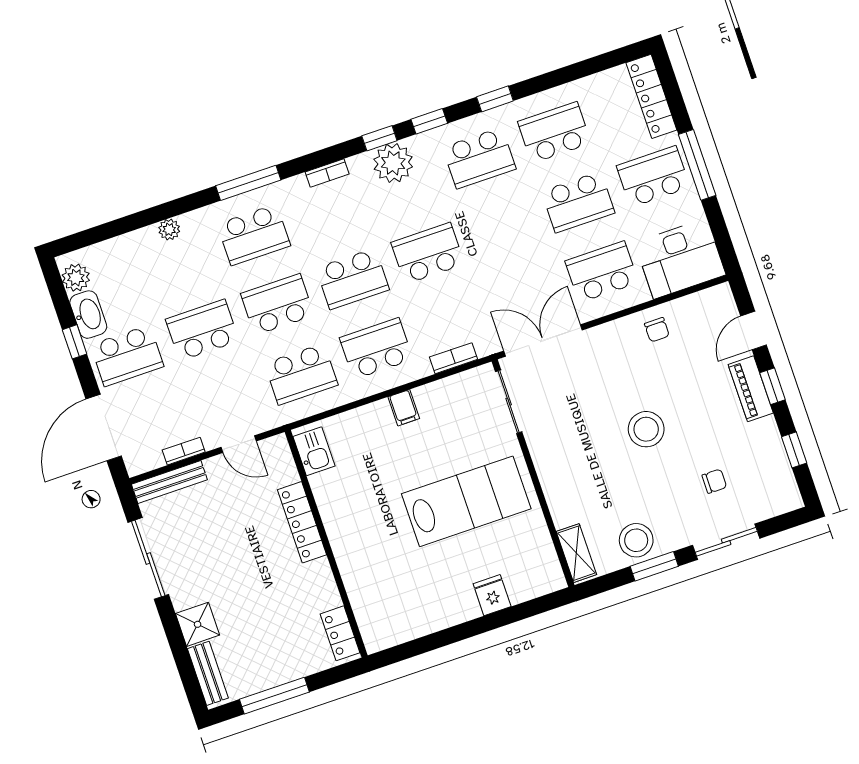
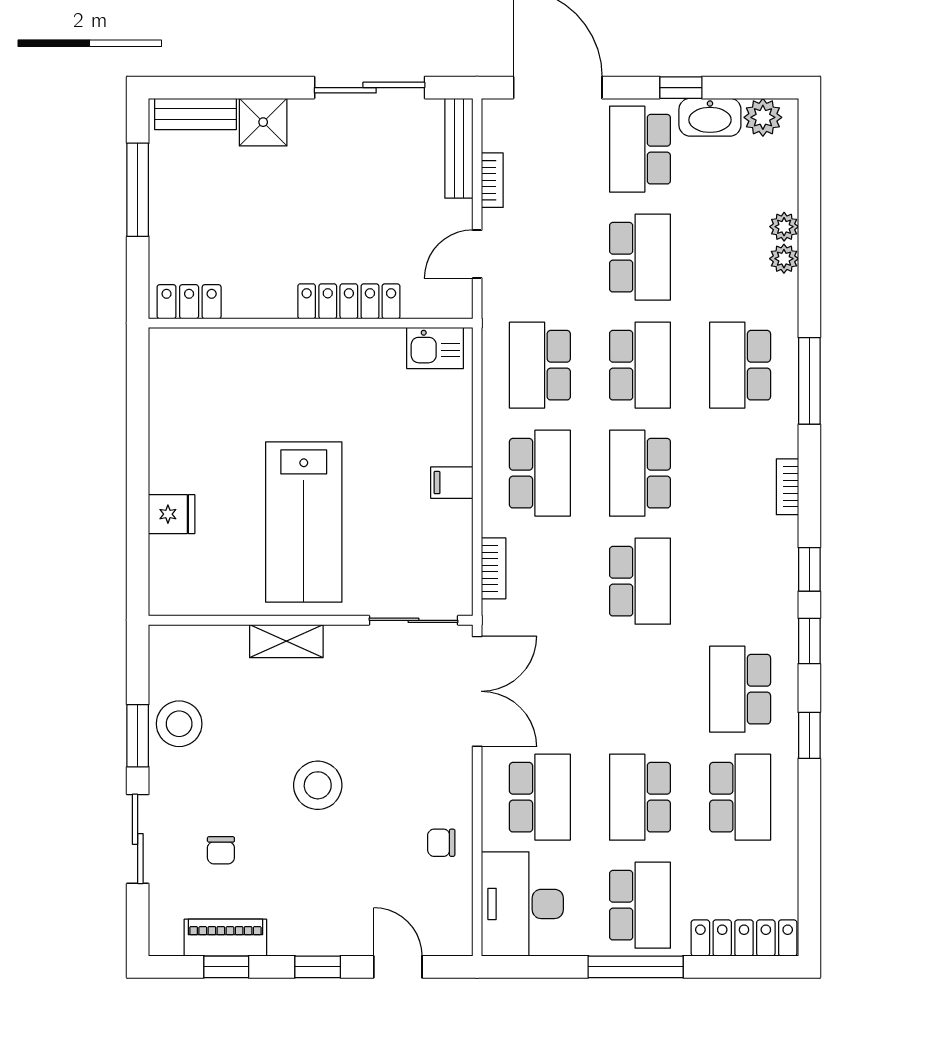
plant: (393, 163) -> (784, 227), moved, width x0.53, depth x0.53
piano: (751, 389) -> (225, 938), moved
shelving: (576, 553) -> (286, 641), moved

